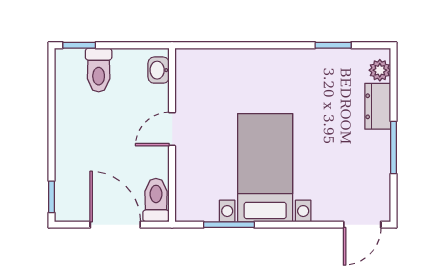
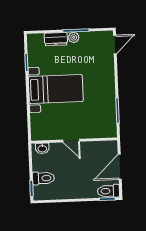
plant: (380, 70) -> (74, 37), moved
bed with nightstands: (265, 168) -> (56, 89), moved, turned 180
toilet: (156, 200) -> (108, 191), moved
door: (362, 225) -> (115, 44), hinge flipped

